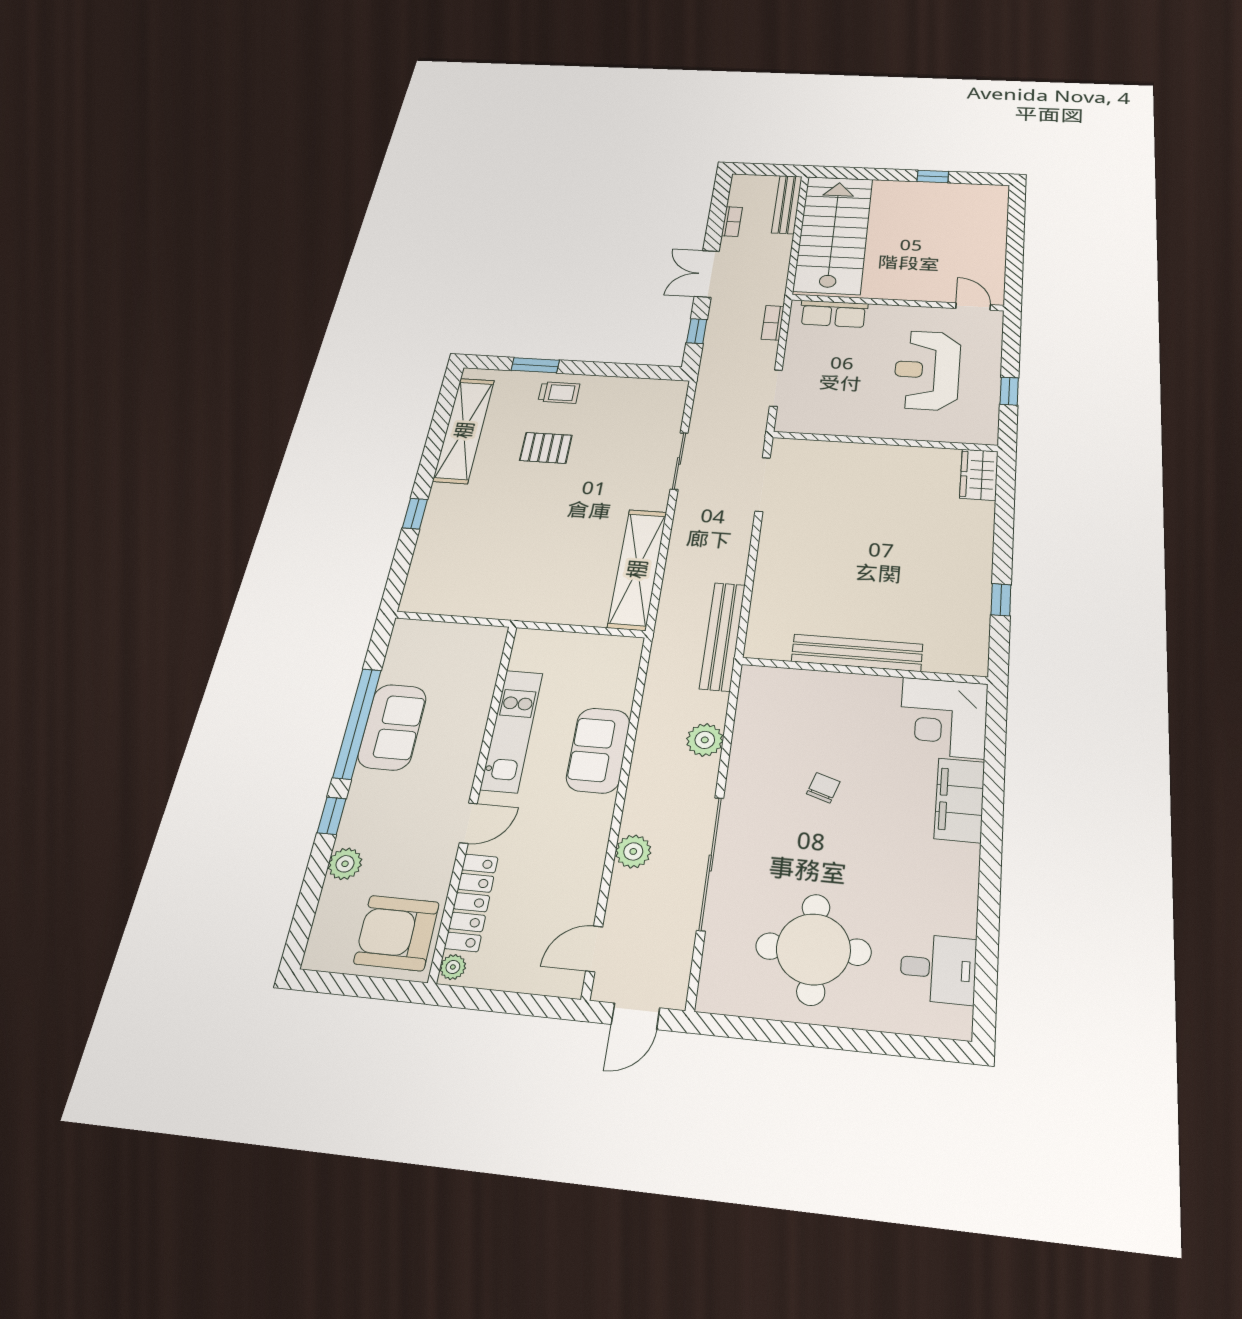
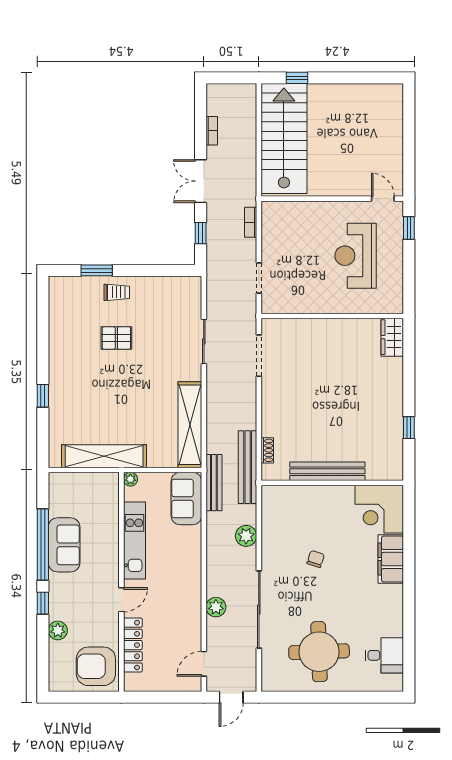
window: (933, 177) -> (297, 78), moved
bench: (787, 204) -> (214, 483), moved
row of seats: (834, 314) -> (291, 212), removed
window: (1009, 391) -> (409, 228), moved
shelving: (464, 430) -> (104, 456), moved, turned 90
shoe rack: (759, 614) -> (267, 450), added
sofa: (598, 750) -> (186, 499), moved
plant: (453, 967) -> (130, 479), moved

